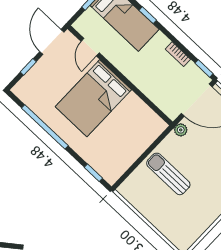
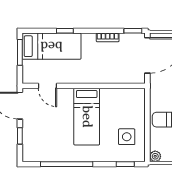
bed: (93, 98) -> (87, 117), width x0.67
plant: (181, 130) -> (155, 156), moved
side table: (116, 151) -> (127, 137), added

